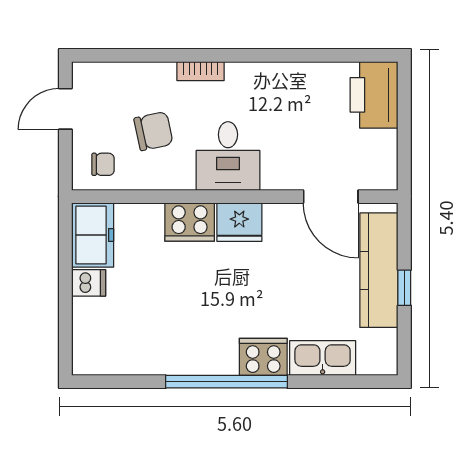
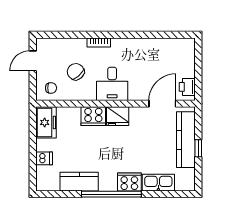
printer: (374, 95) -> (187, 87), moved, width x0.53, depth x0.68
chair: (153, 131) -> (76, 72), turned -120
door: (331, 197) -> (162, 104), swing flipped
dishwasher: (89, 283) -> (44, 158), moved
kitchen counter: (160, 356) -> (79, 182), added

